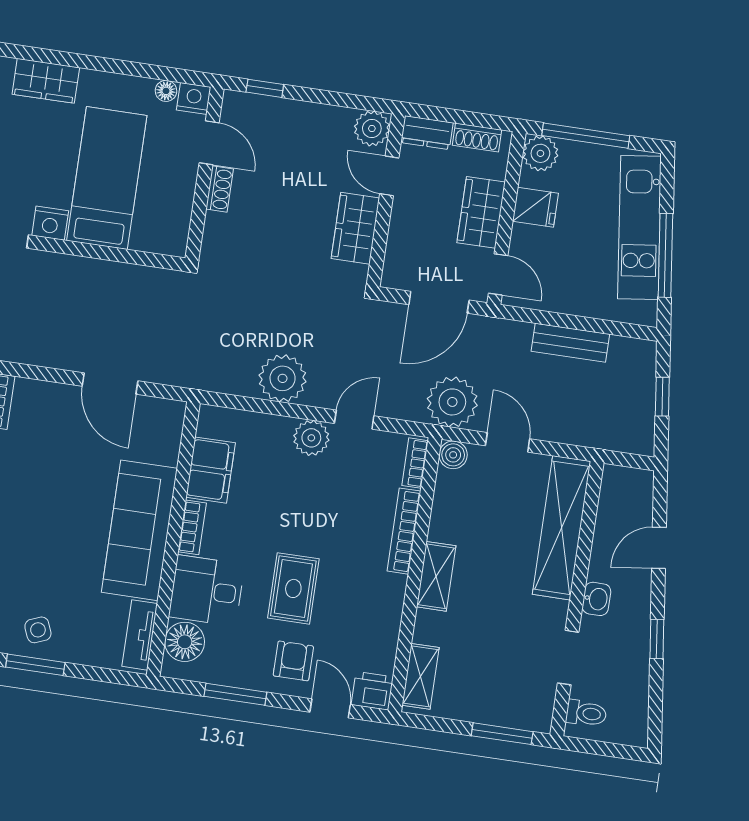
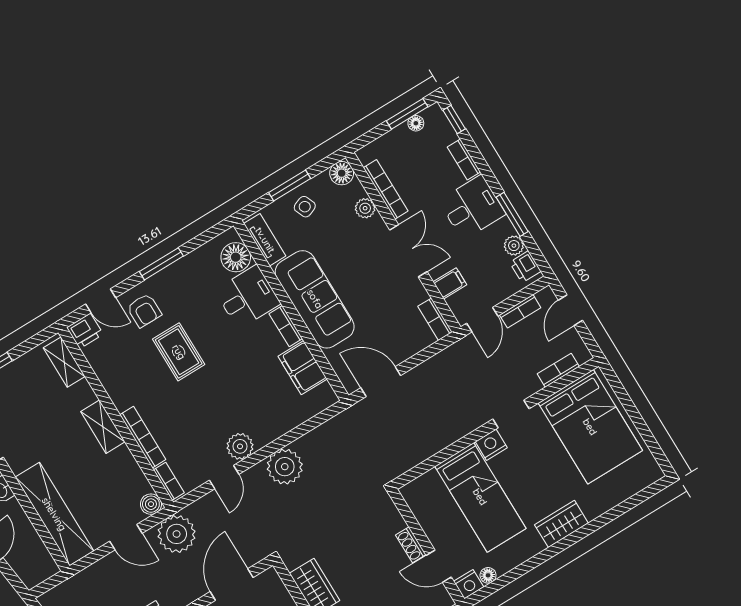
filing cabinet: (211, 470) -> (303, 368), moved
bookcase: (192, 527) -> (286, 326), moved
sofa: (139, 530) -> (315, 299), moved
wall: (173, 539) -> (291, 311), moved
desk: (207, 591) -> (248, 297), moved
tv unit: (140, 635) -> (265, 240), moved
floor lamp: (185, 642) -> (236, 257), moved

